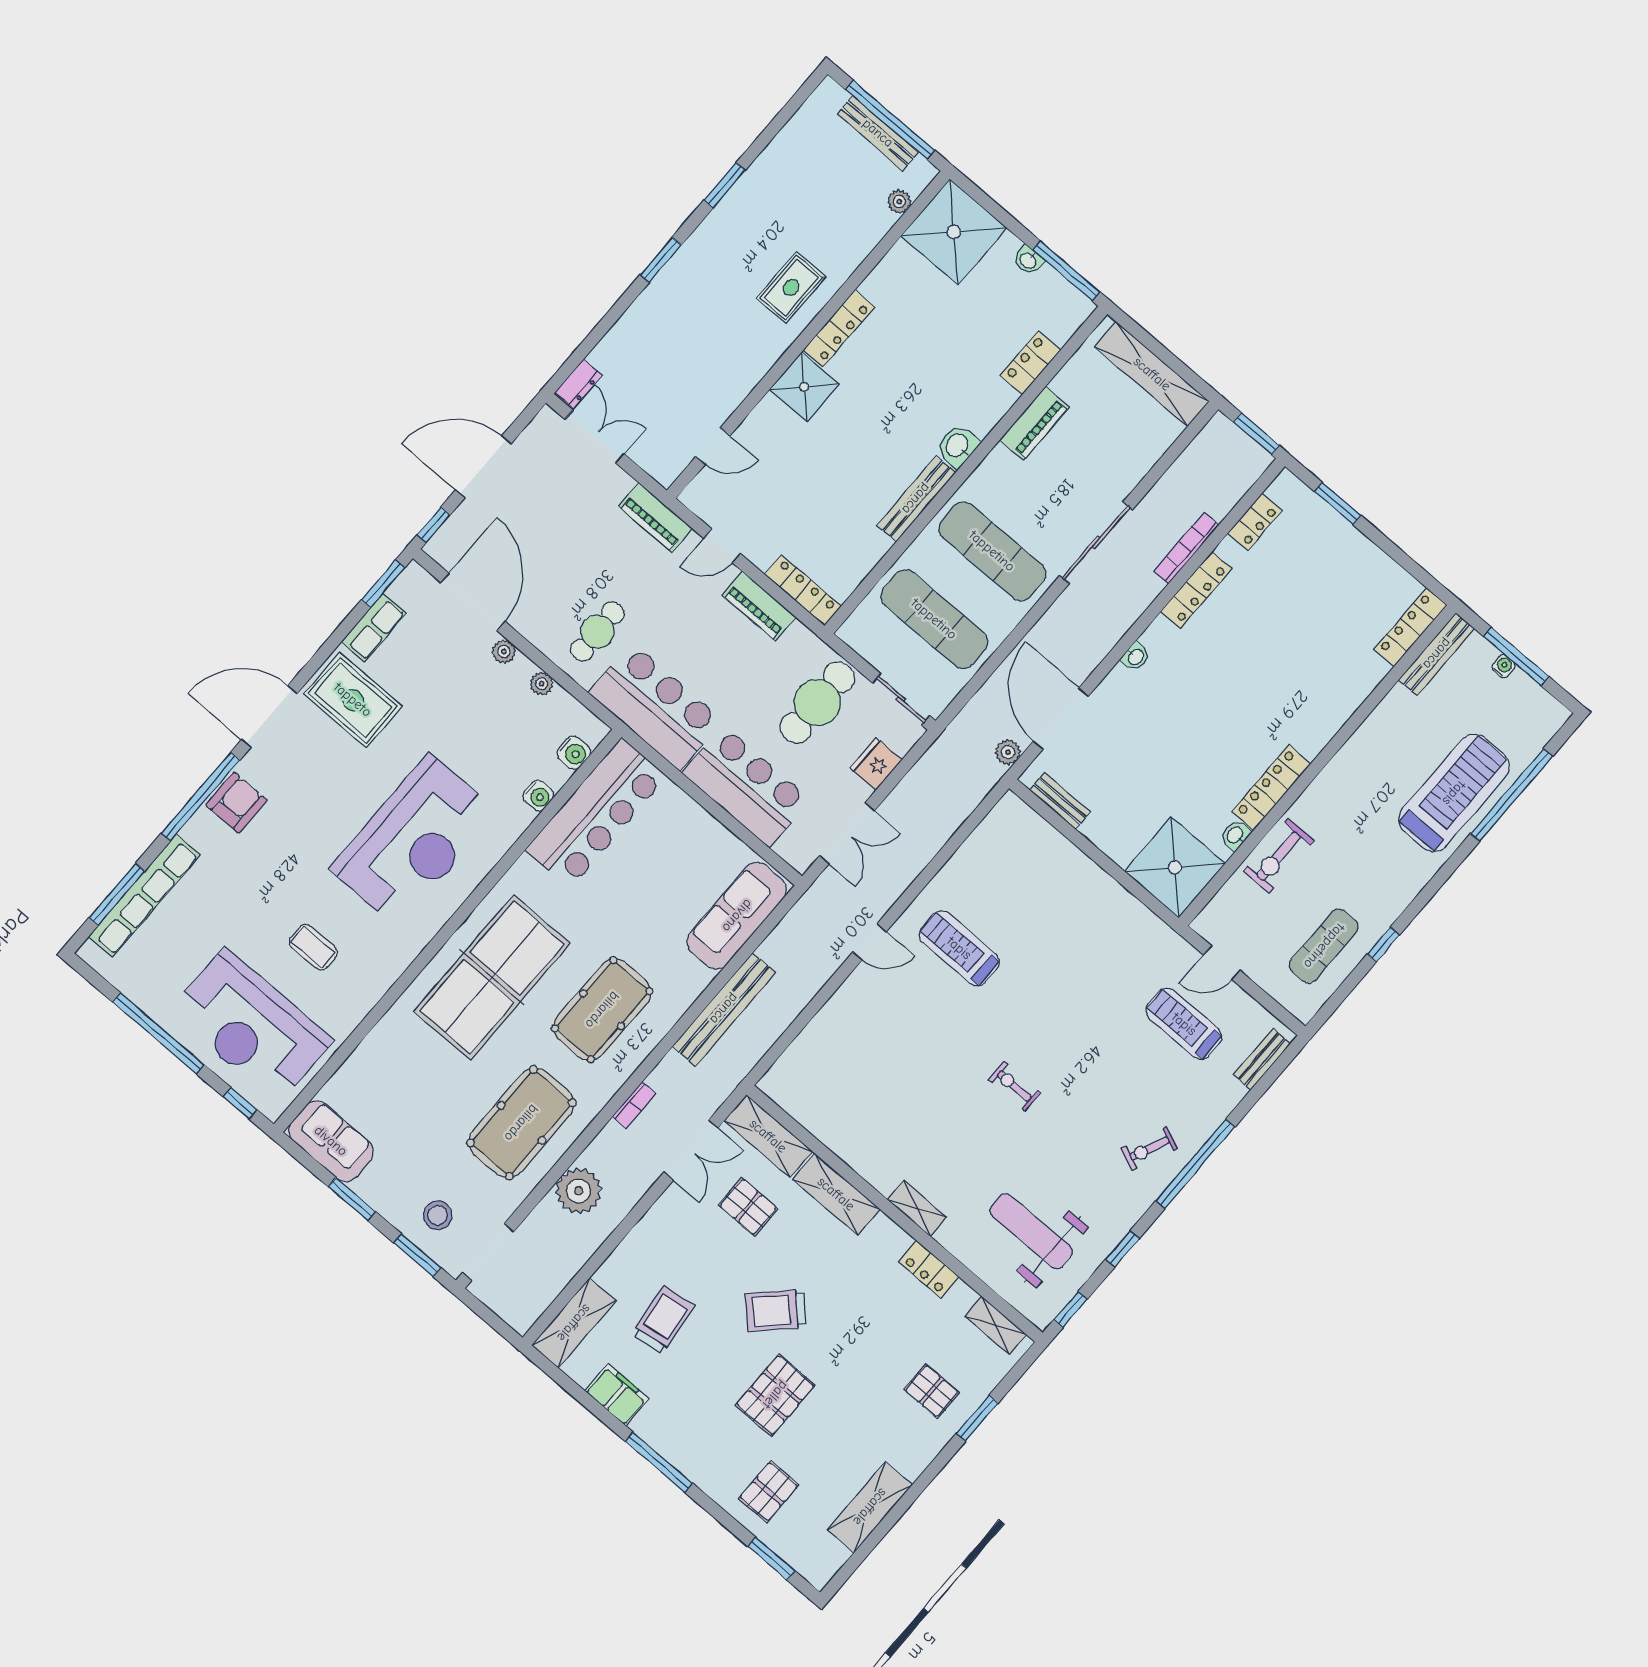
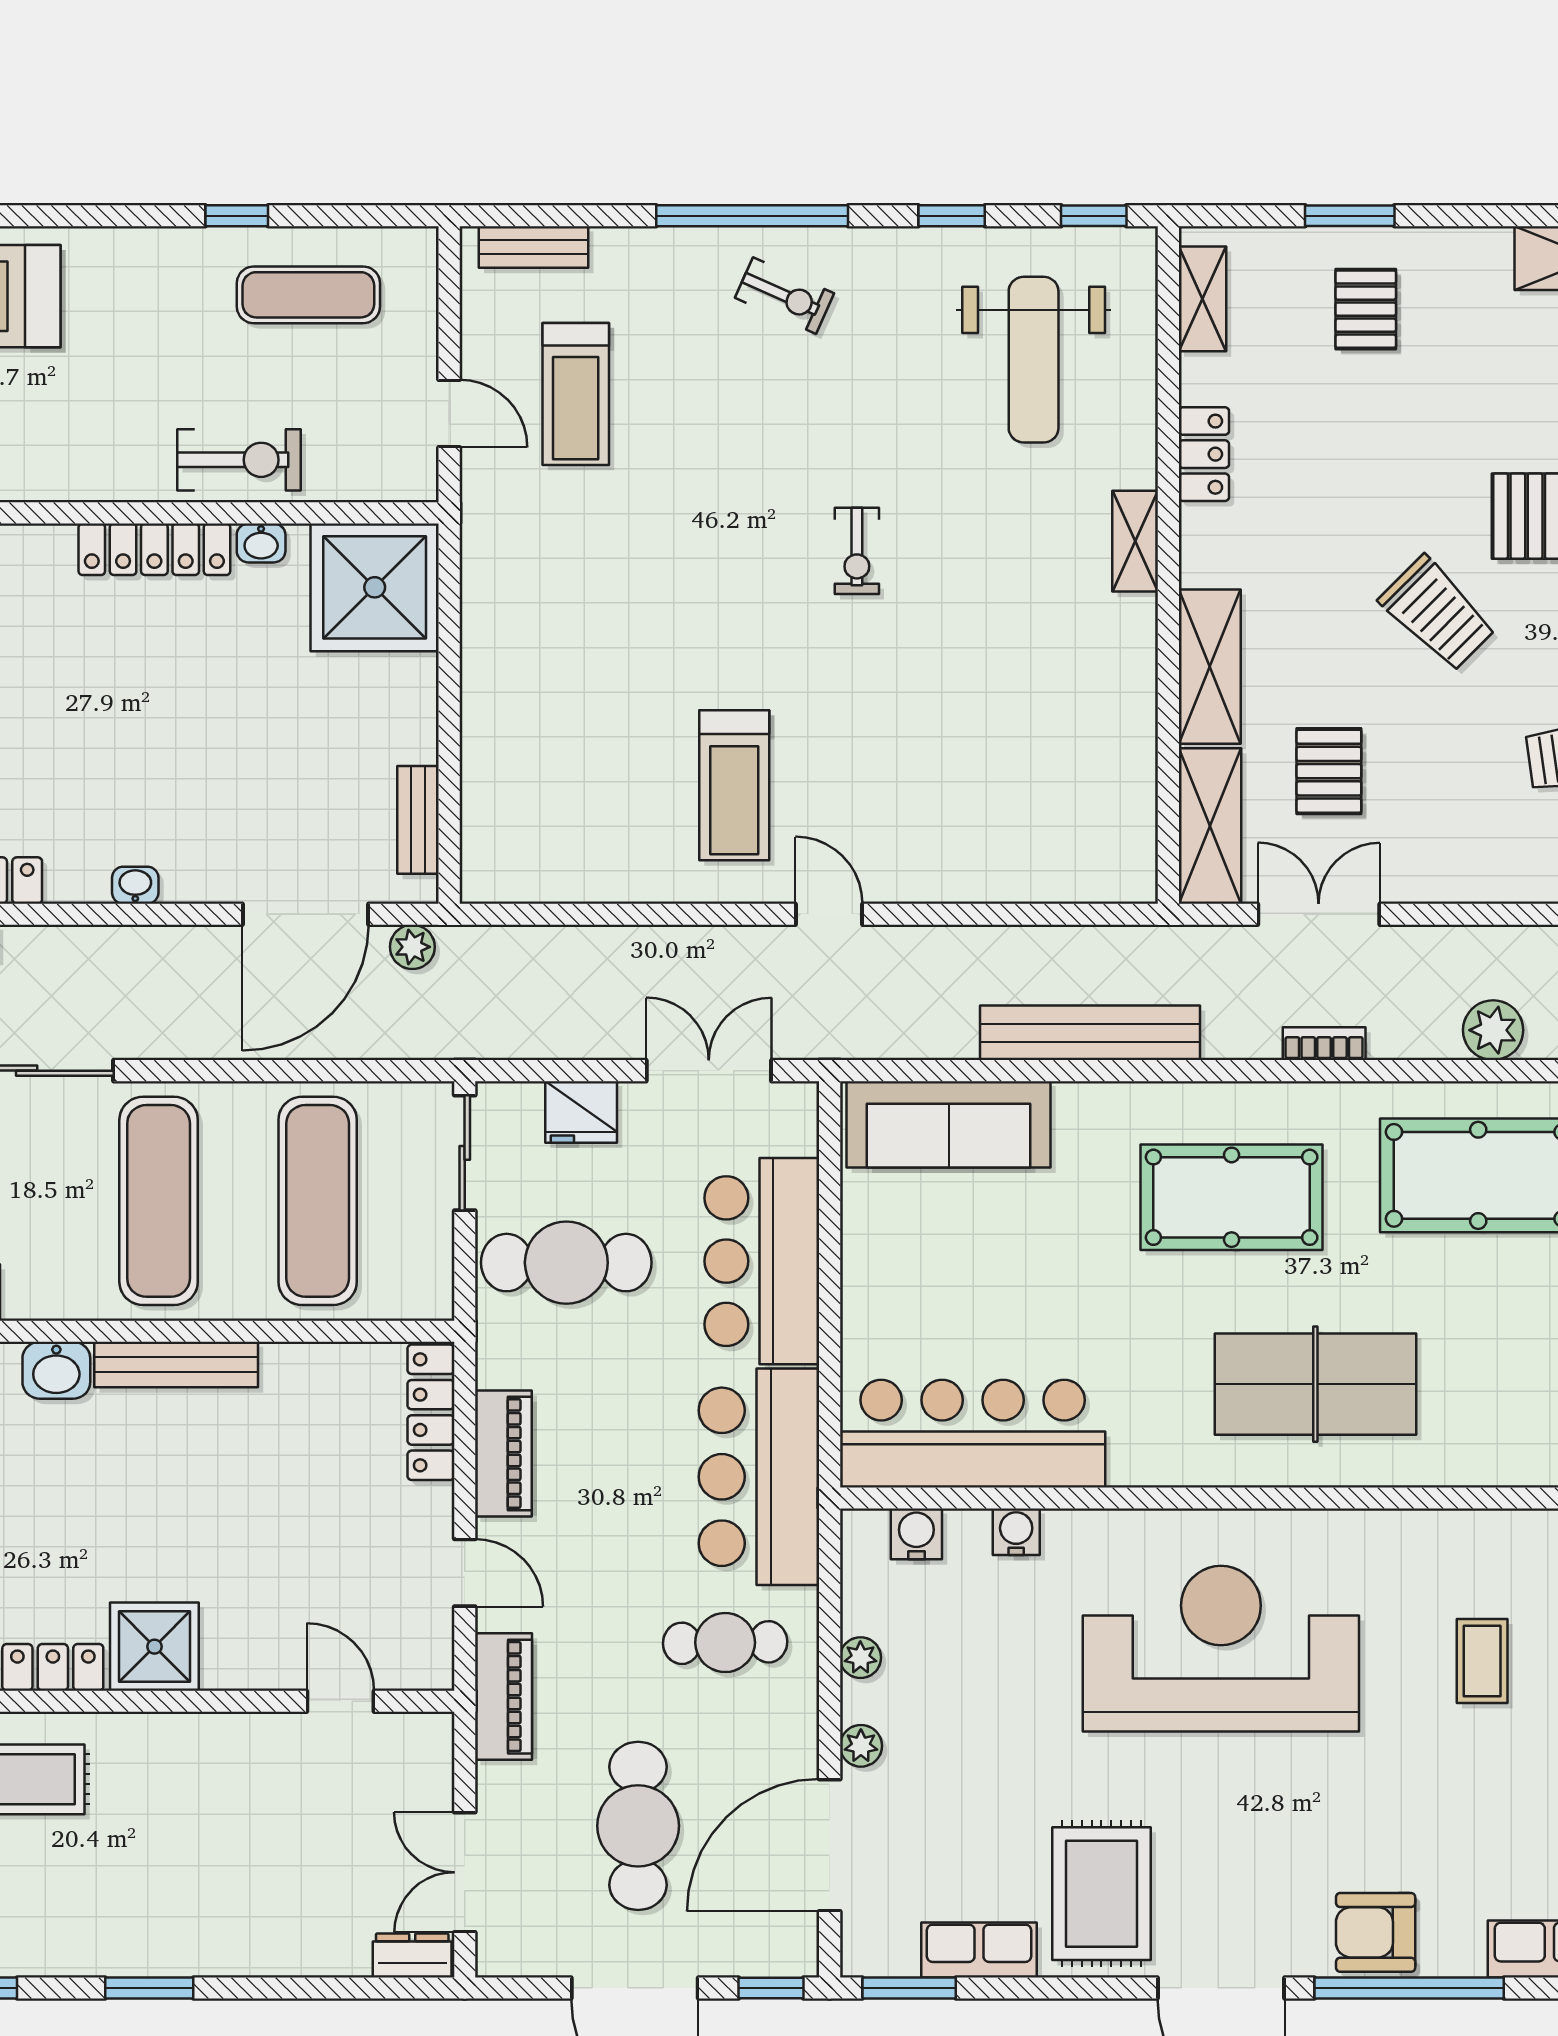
cafe table: (551, 527) -> (638, 1826), added
table tennis table: (492, 977) -> (1315, 1384), width x0.73, depth x0.76
plant: (579, 1191) -> (1493, 1030), width x0.73, depth x0.73

